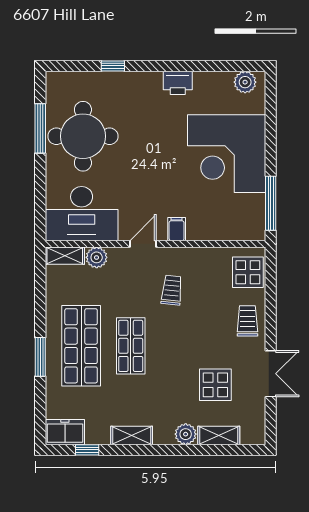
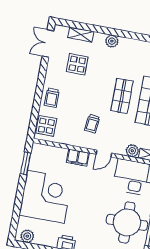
window: (271, 203) -> (26, 163), width x0.69
filing cabinet: (177, 229) -> (78, 158), width x2.00
double door: (271, 374) -> (48, 43), moved
plant: (186, 434) -> (112, 41), moved
shelving: (132, 435) -> (131, 44), removed

